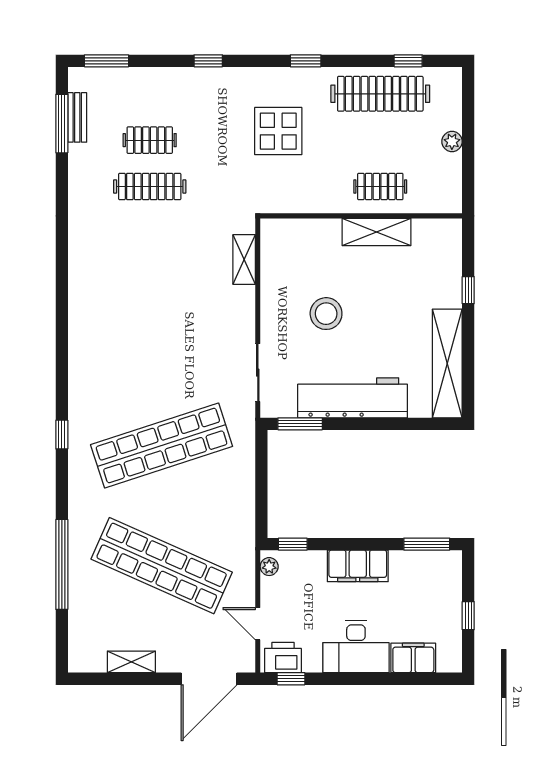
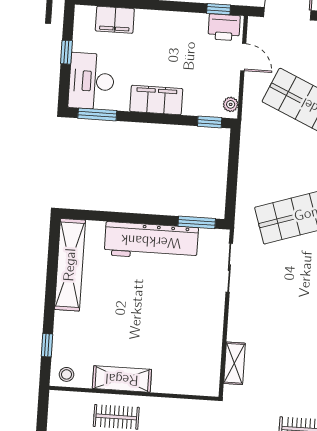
window: (468, 290) -> (47, 345), moved
stool: (326, 314) -> (67, 374), moved, width x0.53, depth x0.53
desk: (356, 647) -> (91, 81), moved, turned -90

